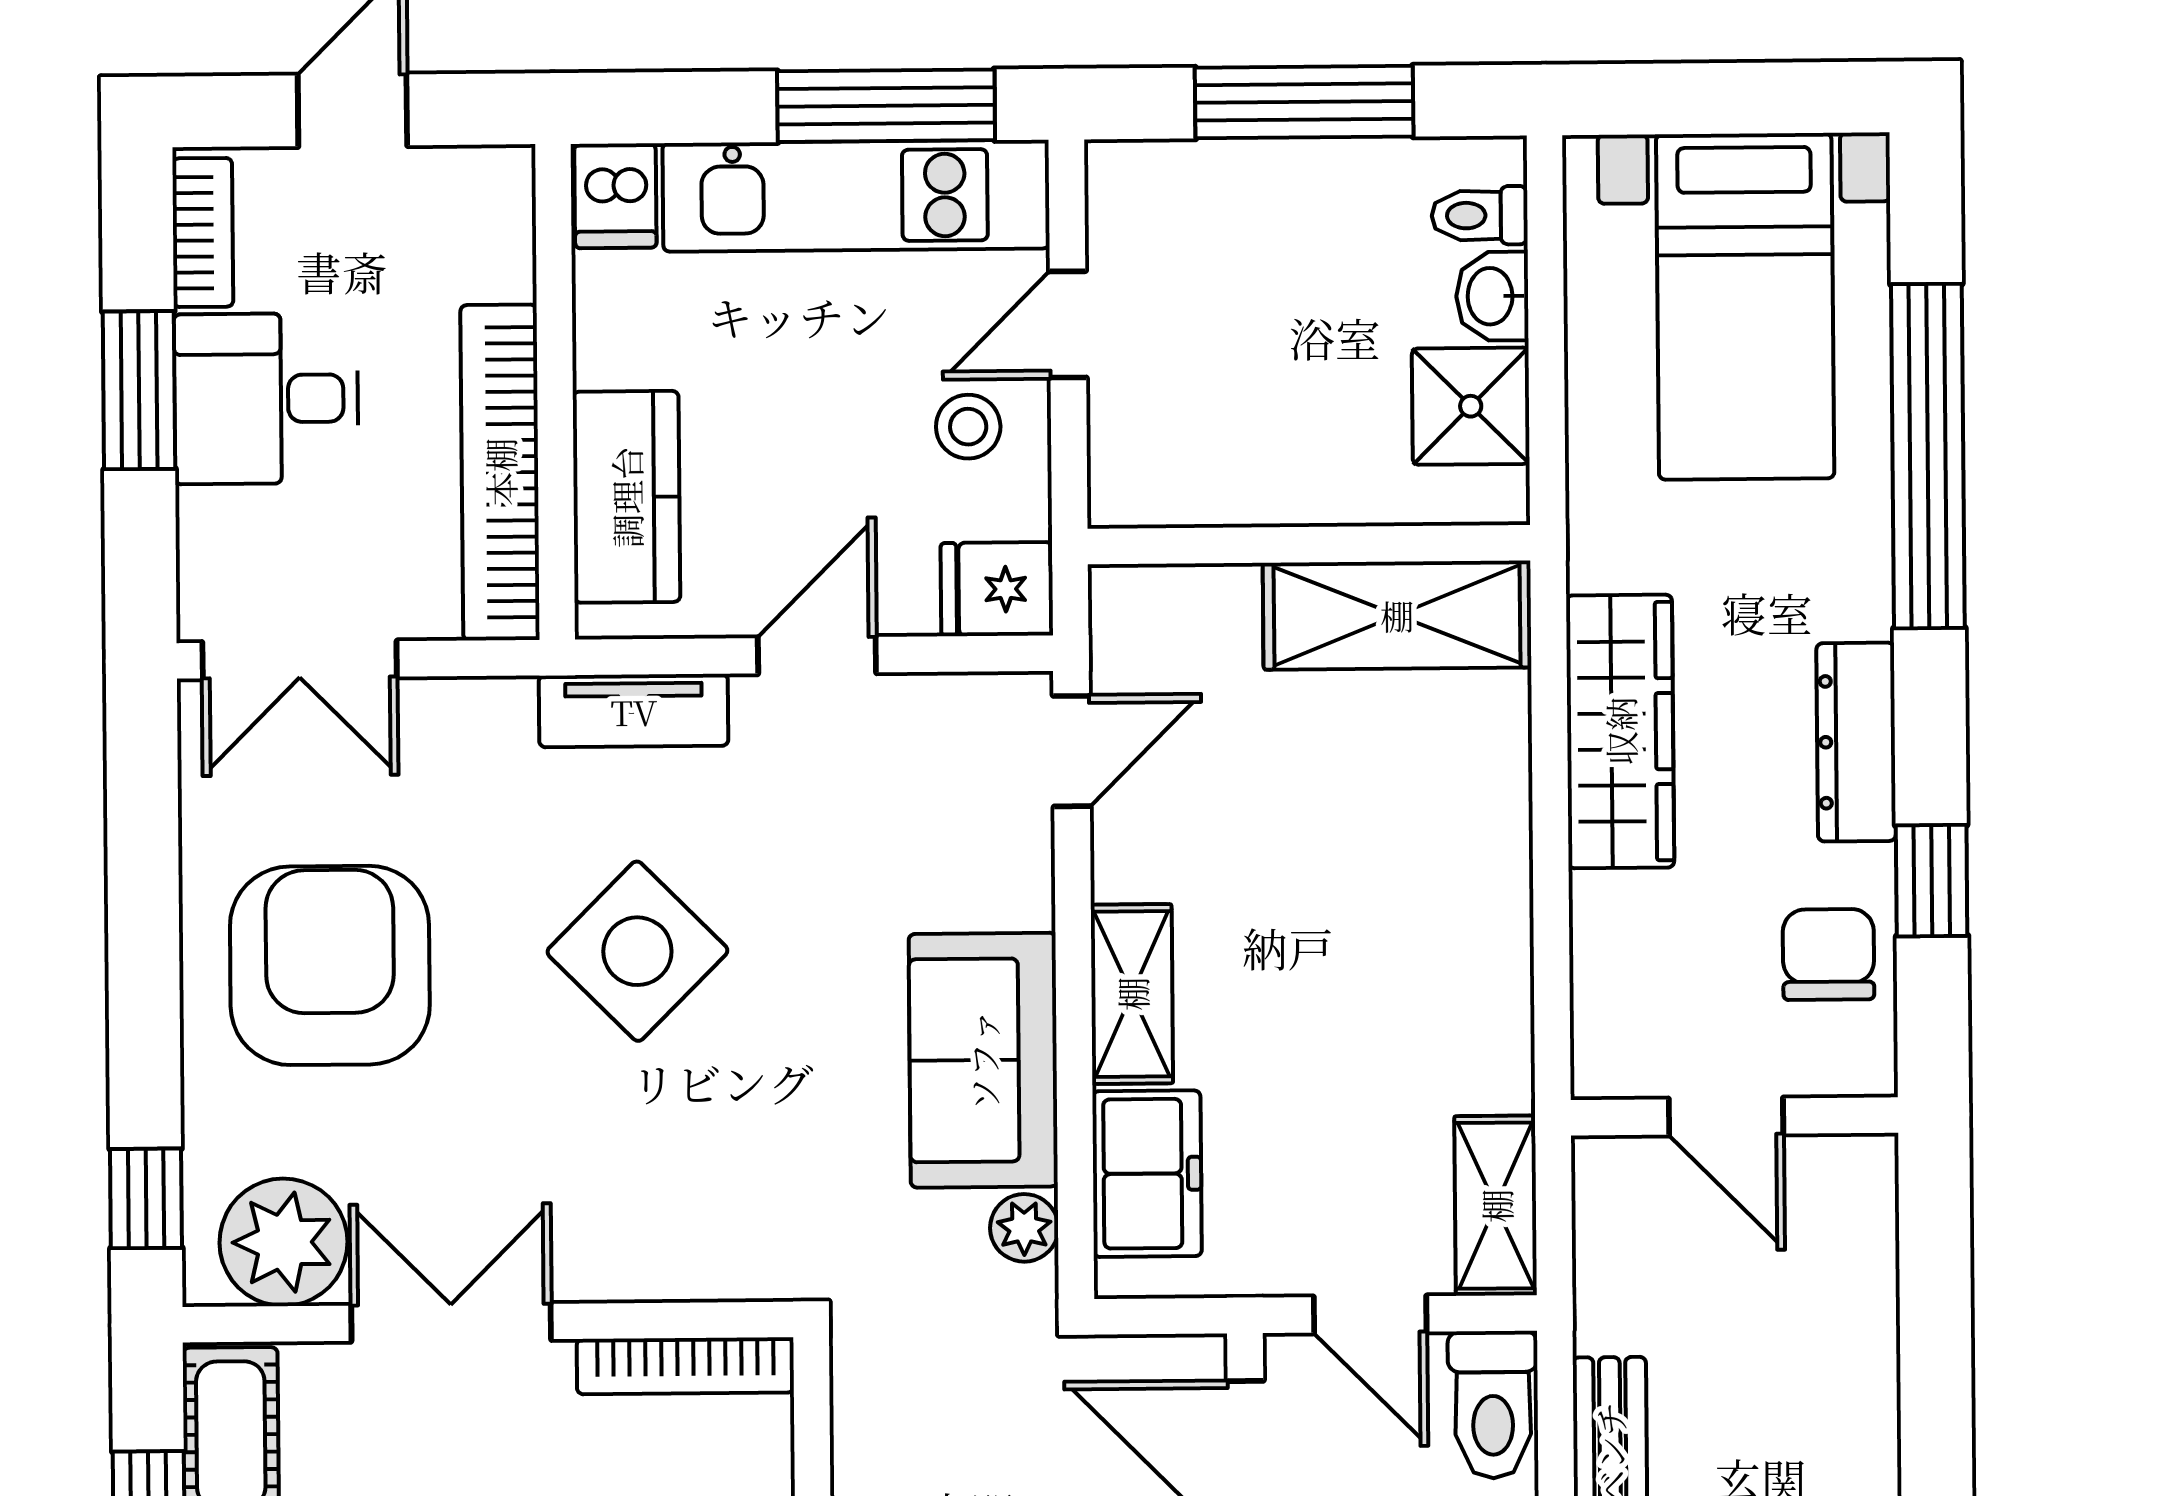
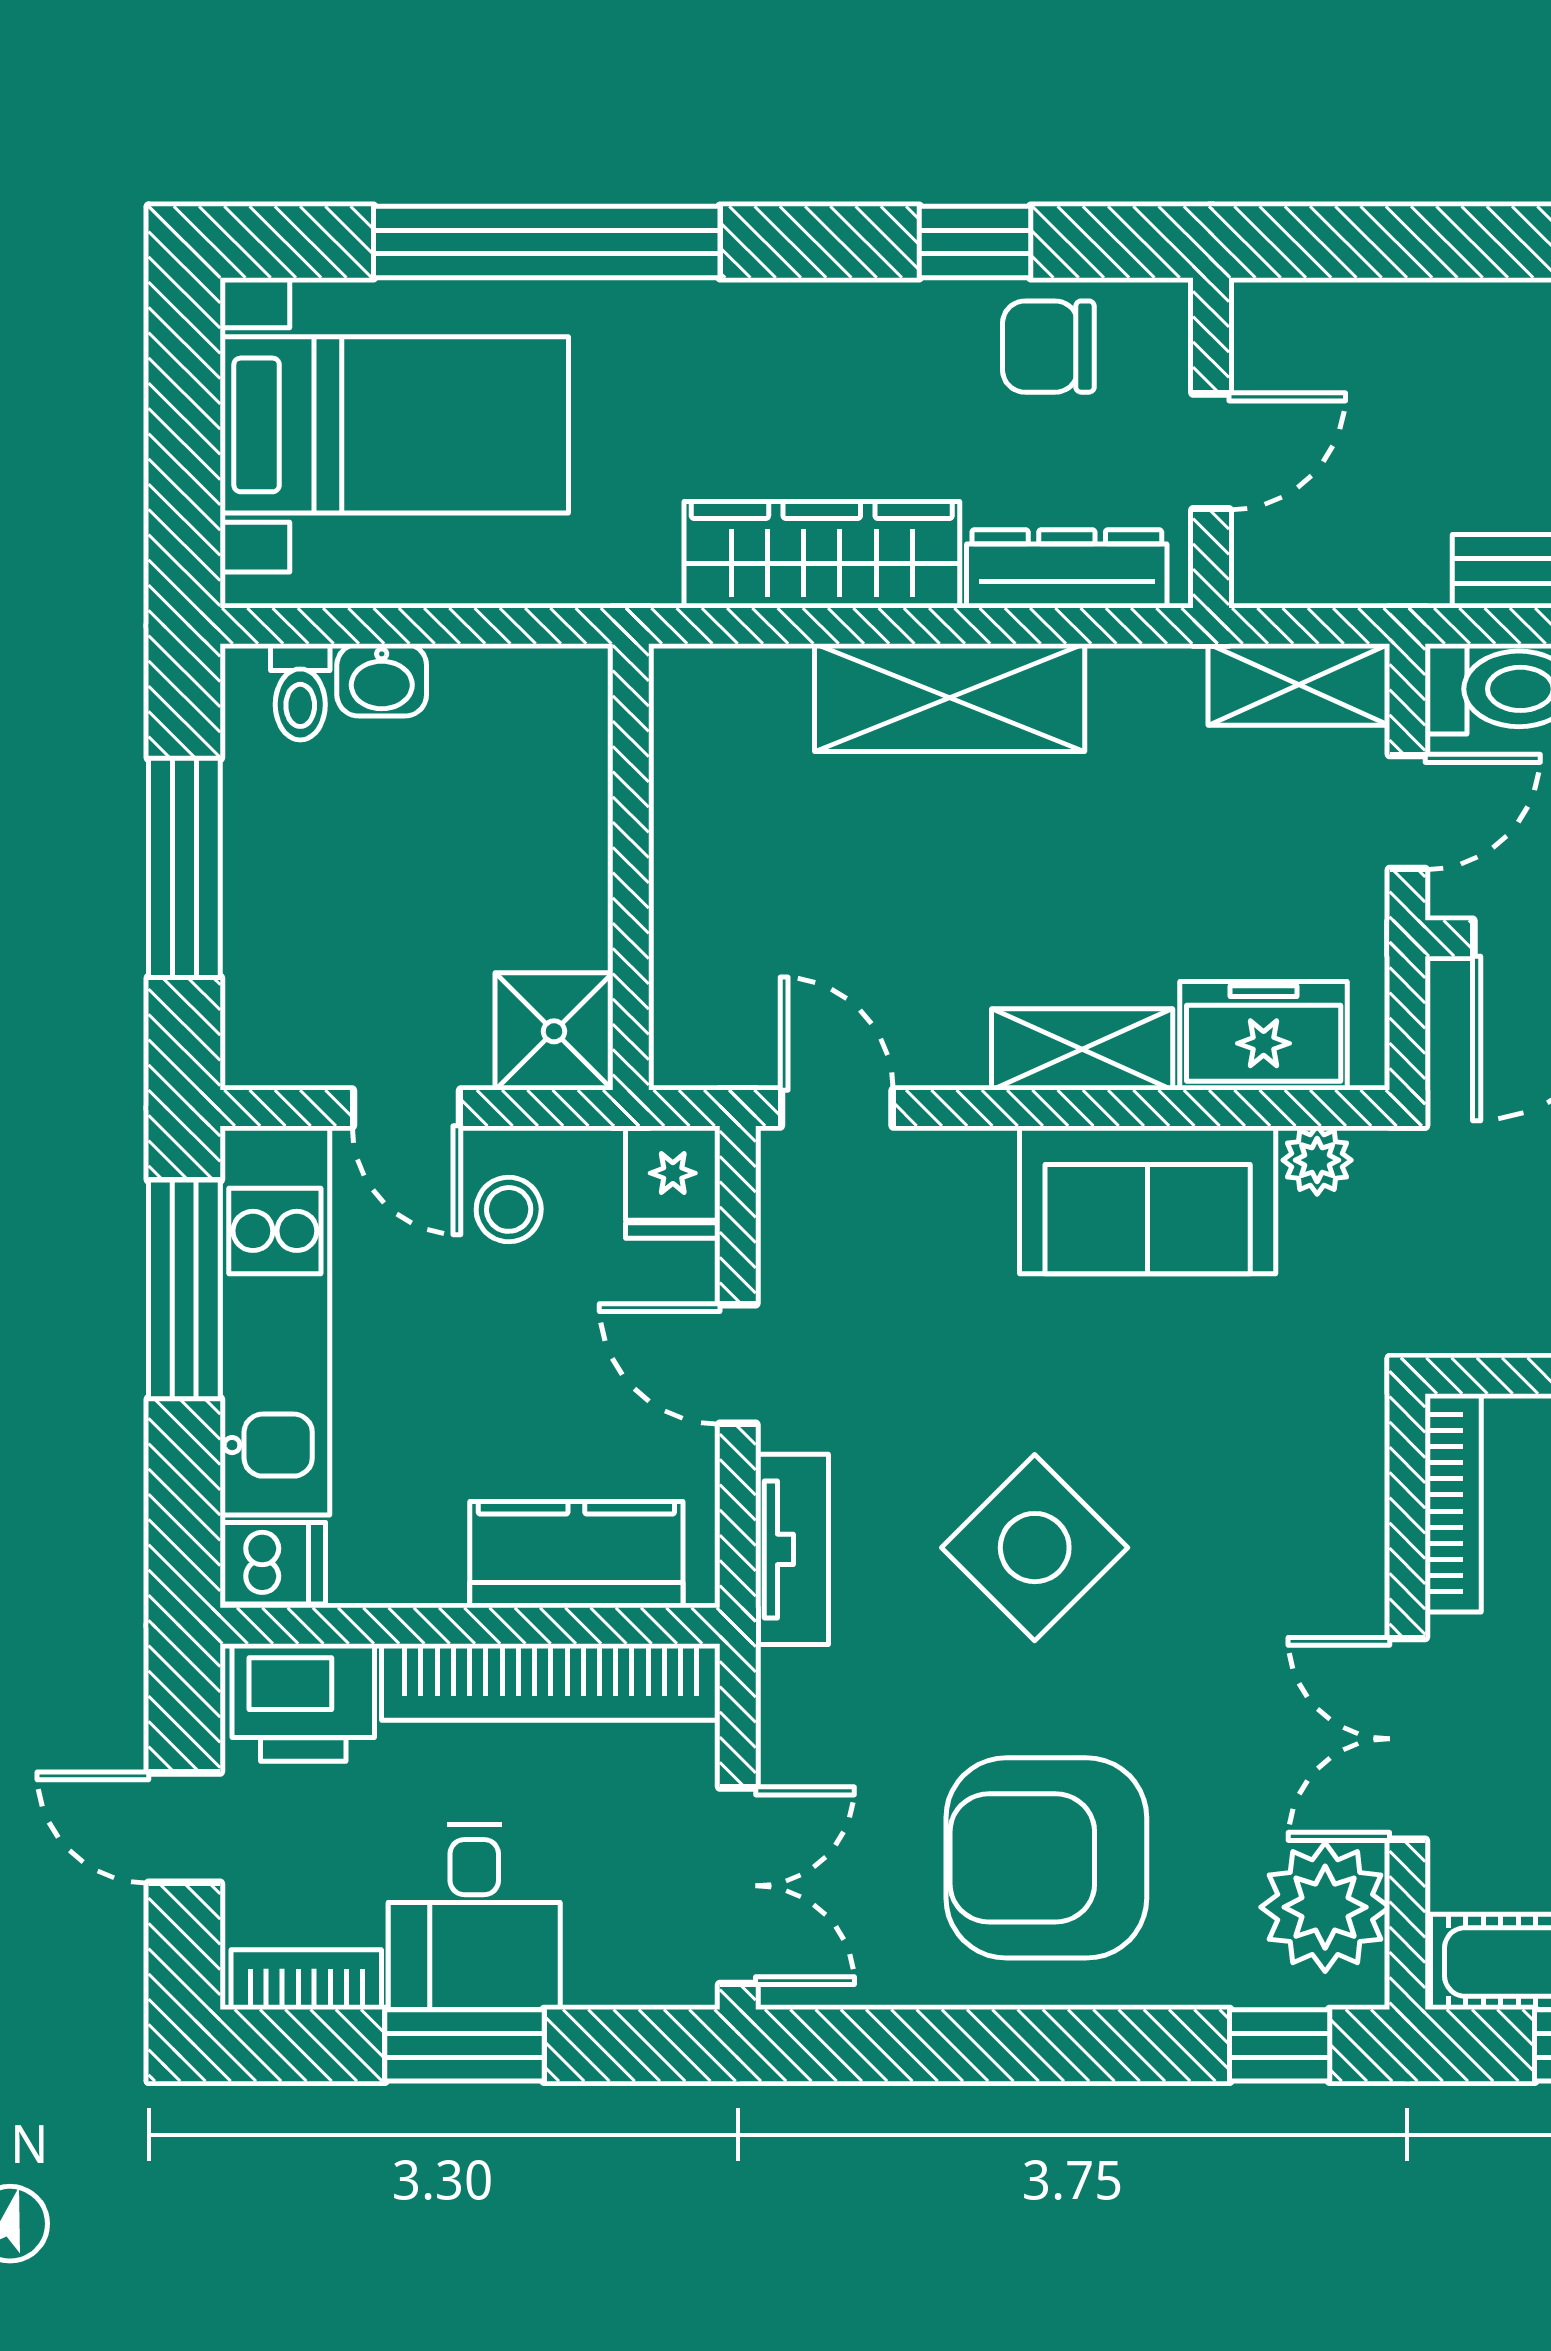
printer: (478, 227) -> (303, 1702), added
shower: (1471, 406) -> (554, 1031), moved
shelving: (1397, 615) -> (950, 698), moved, turned 90
dresser: (1856, 742) -> (1067, 569), moved, turned 180

